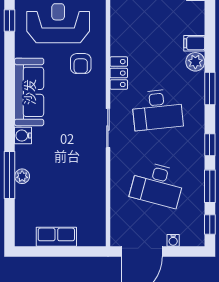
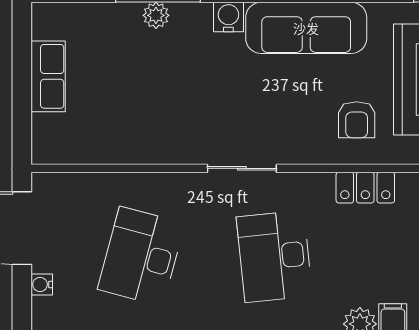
armchair: (81, 64) -> (357, 120), turned -90
locker: (119, 73) -> (365, 188), moved

